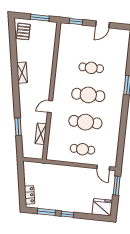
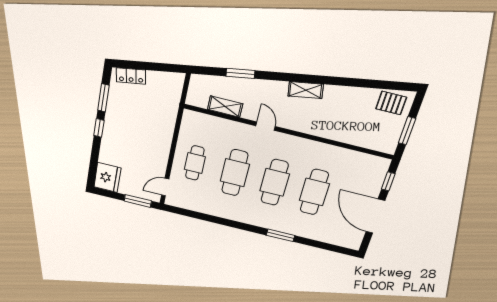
door: (102, 24) -> (375, 216), width x1.88
cafe table: (91, 68) -> (314, 192), width x1.37, depth x1.35
shelving: (22, 73) -> (306, 90), moved

